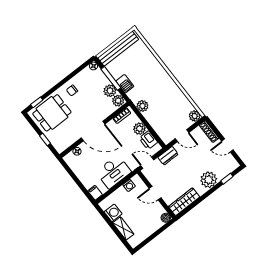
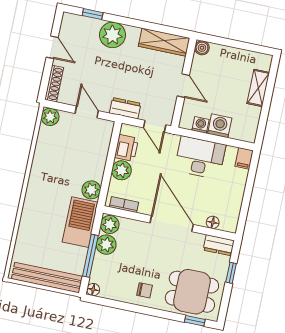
barbecue: (125, 84) -> (80, 222), width x1.88, depth x1.53
dresser: (63, 145) -> (219, 245), added
washing machine: (113, 213) -> (220, 126), moved, turned 90

